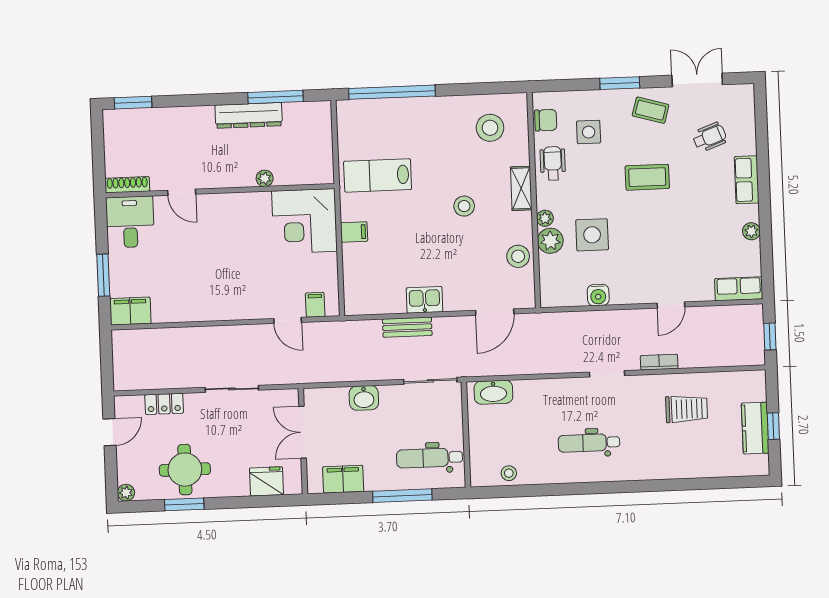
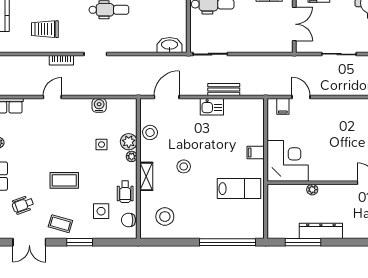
side table: (592, 235) -> (101, 144), width x0.54, depth x0.54
washbasin: (364, 398) -> (254, 45), removed

